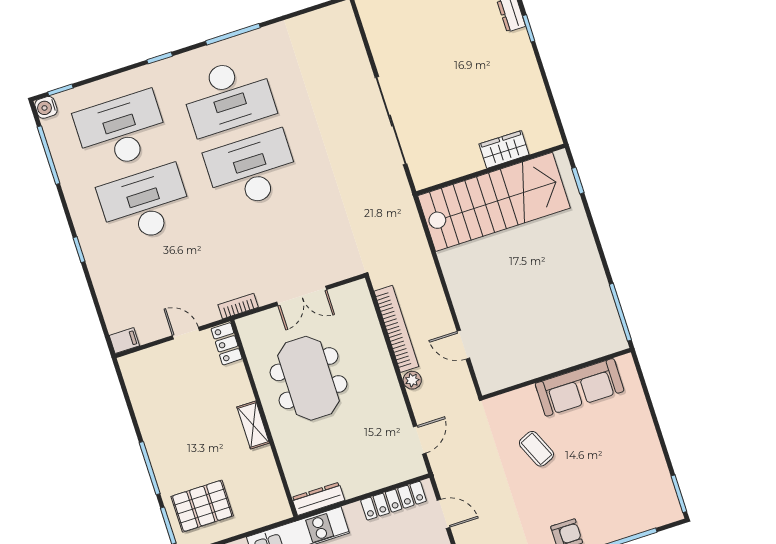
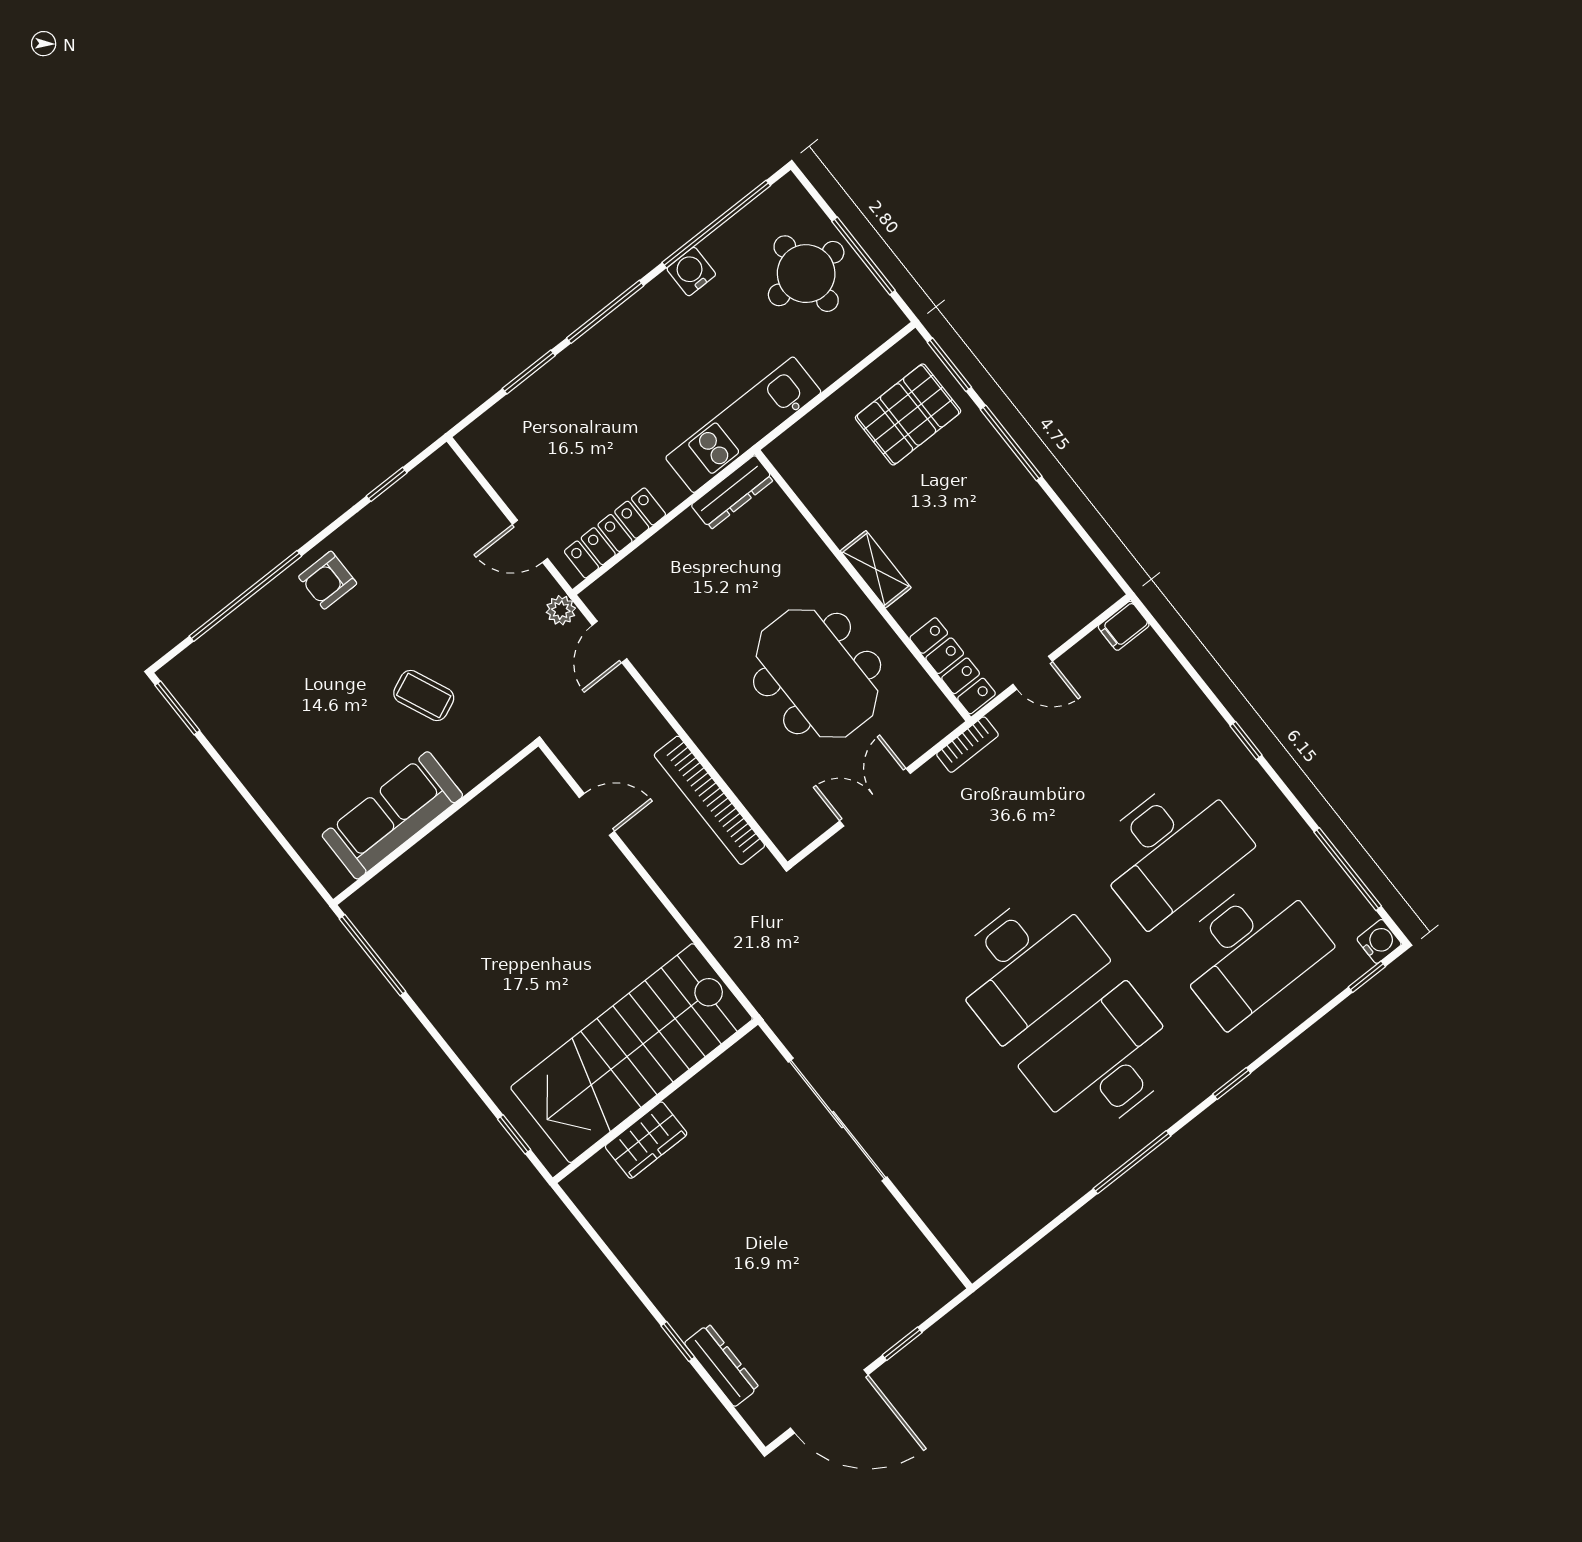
locker: (227, 344) -> (953, 666), width x1.53
plant: (412, 380) -> (561, 610), moved

